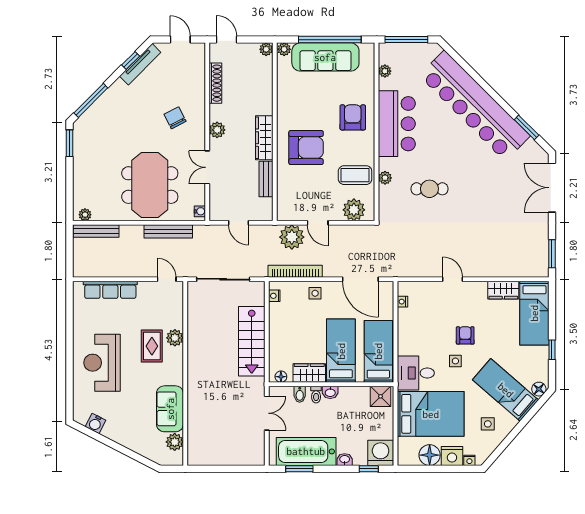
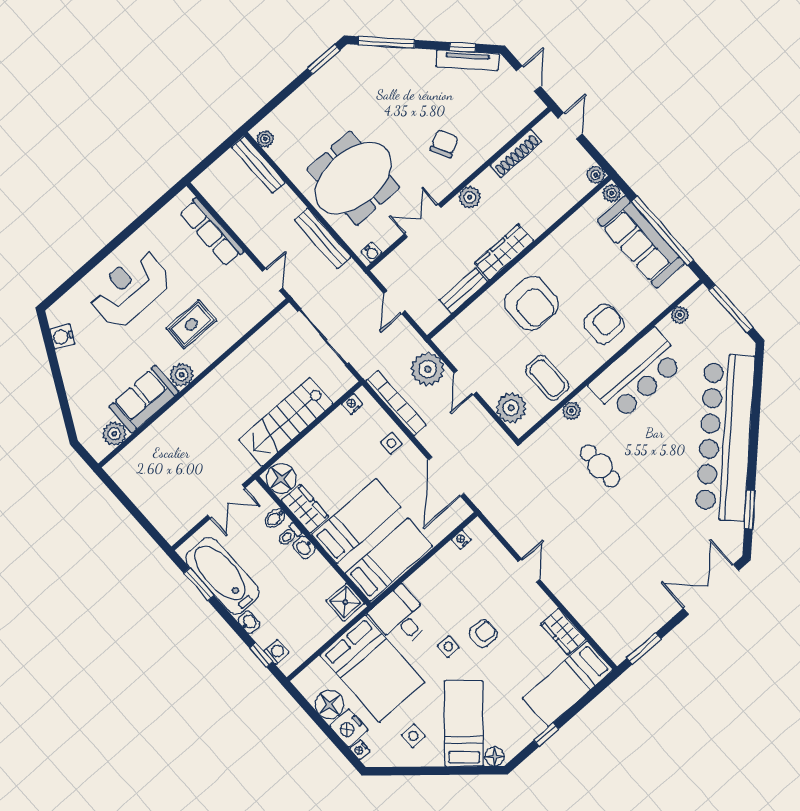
plant: (175, 338) -> (182, 375), moved
floor lamp: (281, 377) -> (281, 479), width x1.89, depth x1.89
washing machine: (381, 453) -> (276, 652), width x0.53, depth x0.53

